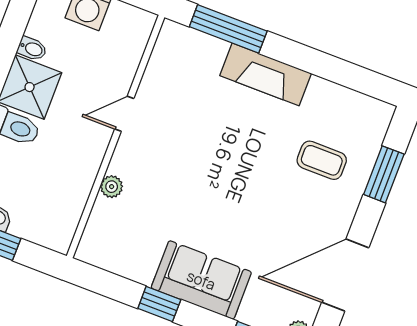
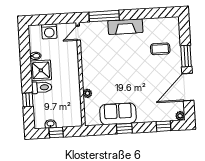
door: (124, 114) -> (78, 33), moved
window: (384, 174) -> (186, 56), moved
sofa: (201, 280) -> (118, 114), moved

